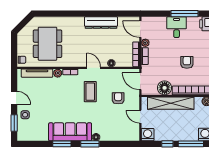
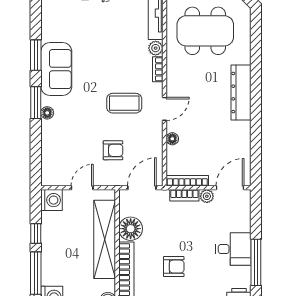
dresser: (101, 23) -> (241, 93), moved
sofa: (70, 132) -> (56, 69), width x0.73

